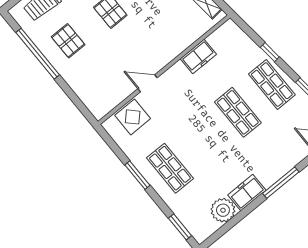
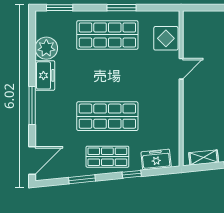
freezer: (198, 56) -> (156, 159), moved, turned 84
shop shelf: (238, 112) -> (107, 116), width x1.43, depth x1.36
shop shelf: (170, 168) -> (107, 35), width x1.43, depth x1.36

